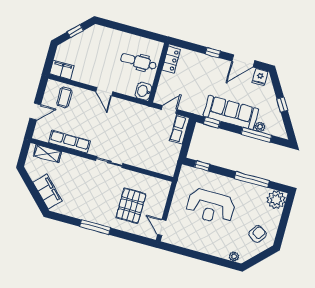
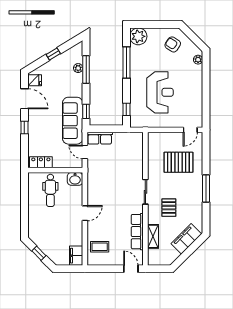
door: (35, 112) -> (131, 269), moved
sofa: (231, 112) -> (73, 121), moved
shelving: (47, 154) -> (153, 236), moved
pallet: (86, 182) -> (169, 208), added

